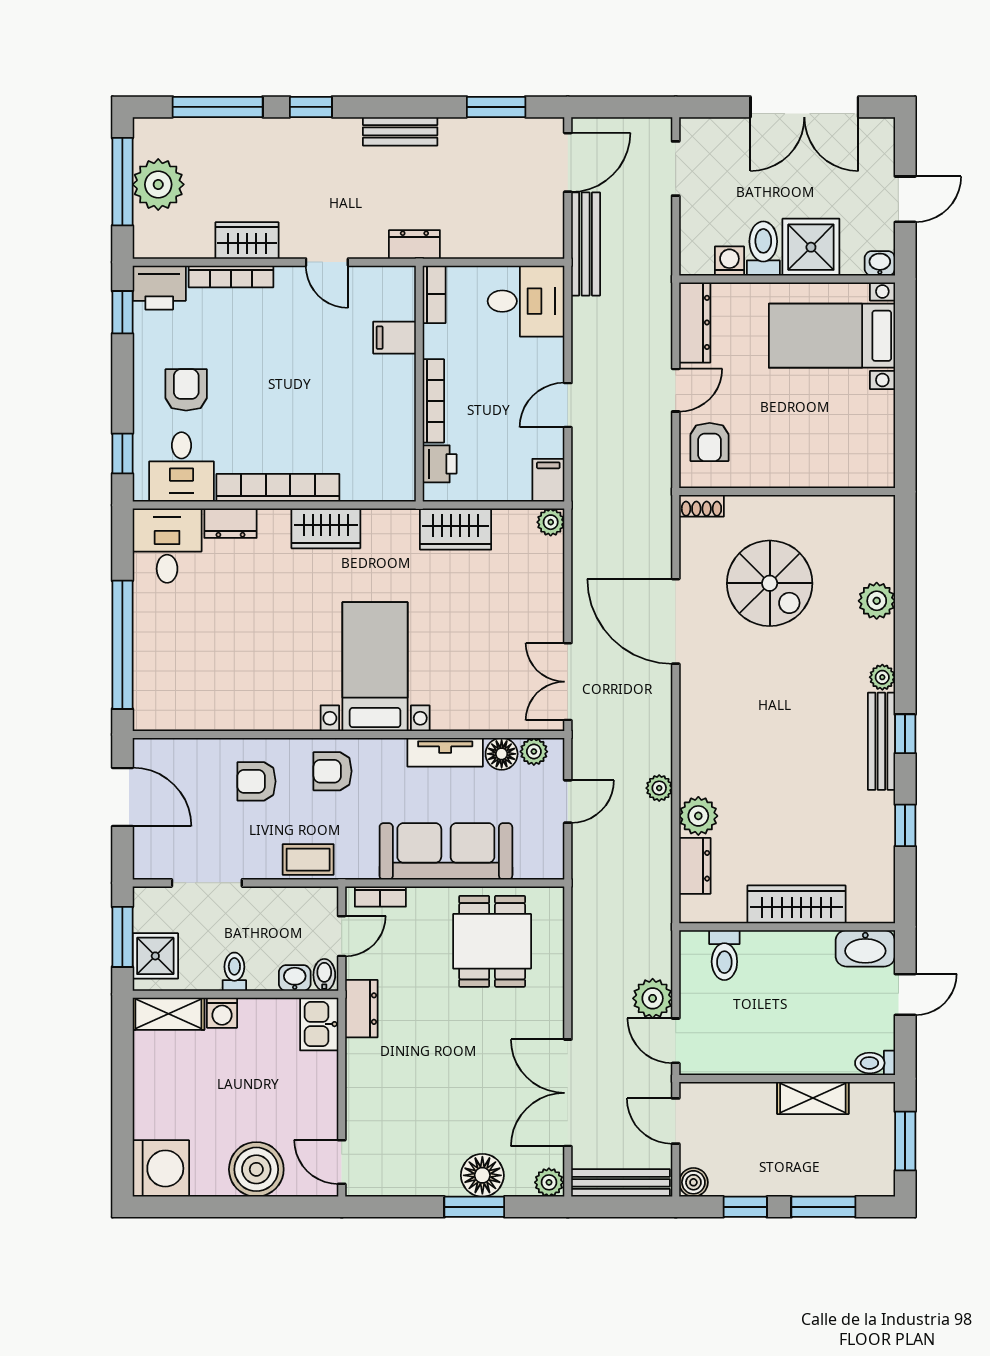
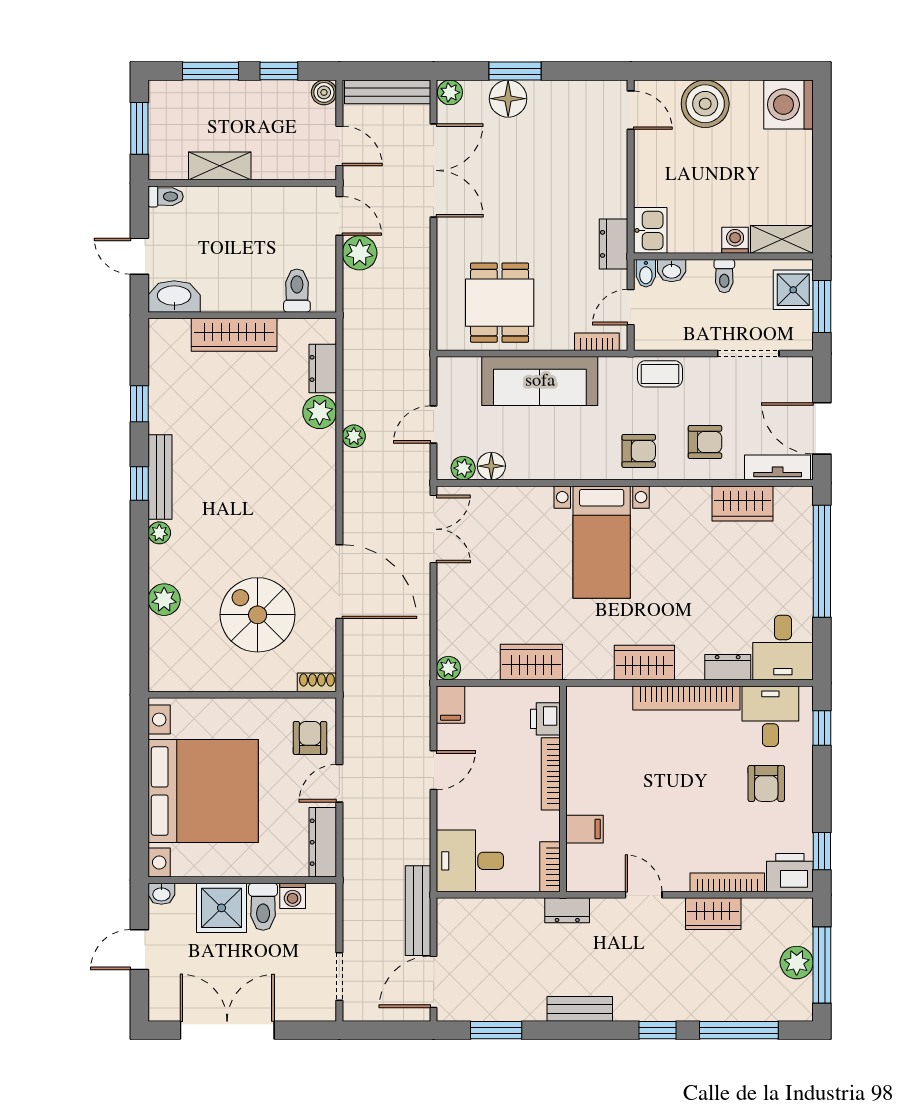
plant: (158, 184) -> (797, 963), width x0.73, depth x0.73
bed with nightstands: (832, 336) -> (203, 791), width x1.85
wardrobe: (213, 711) -> (743, 503), added
tv unit: (445, 752) -> (778, 467), moved
door: (905, 995) -> (139, 256), hinge flipped

